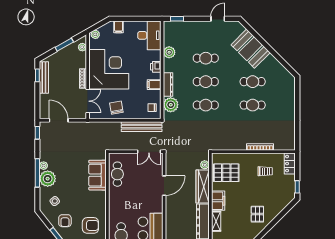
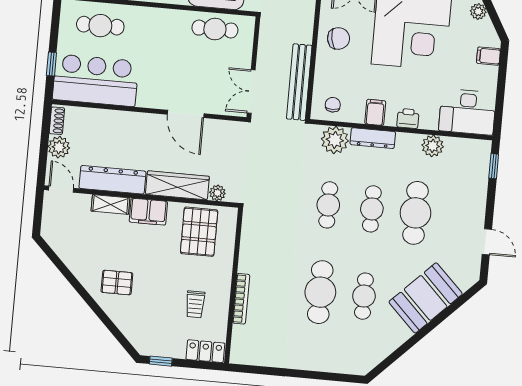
cafe table: (206, 58) -> (416, 213), width x1.37, depth x1.35
cafe table: (253, 105) -> (320, 292), width x1.37, depth x1.35

